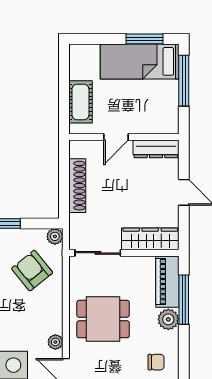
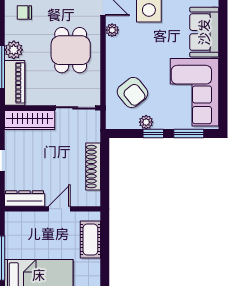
plant: (55, 236) -> (146, 122), moved
dining table: (103, 319) -> (71, 50), turned 90

